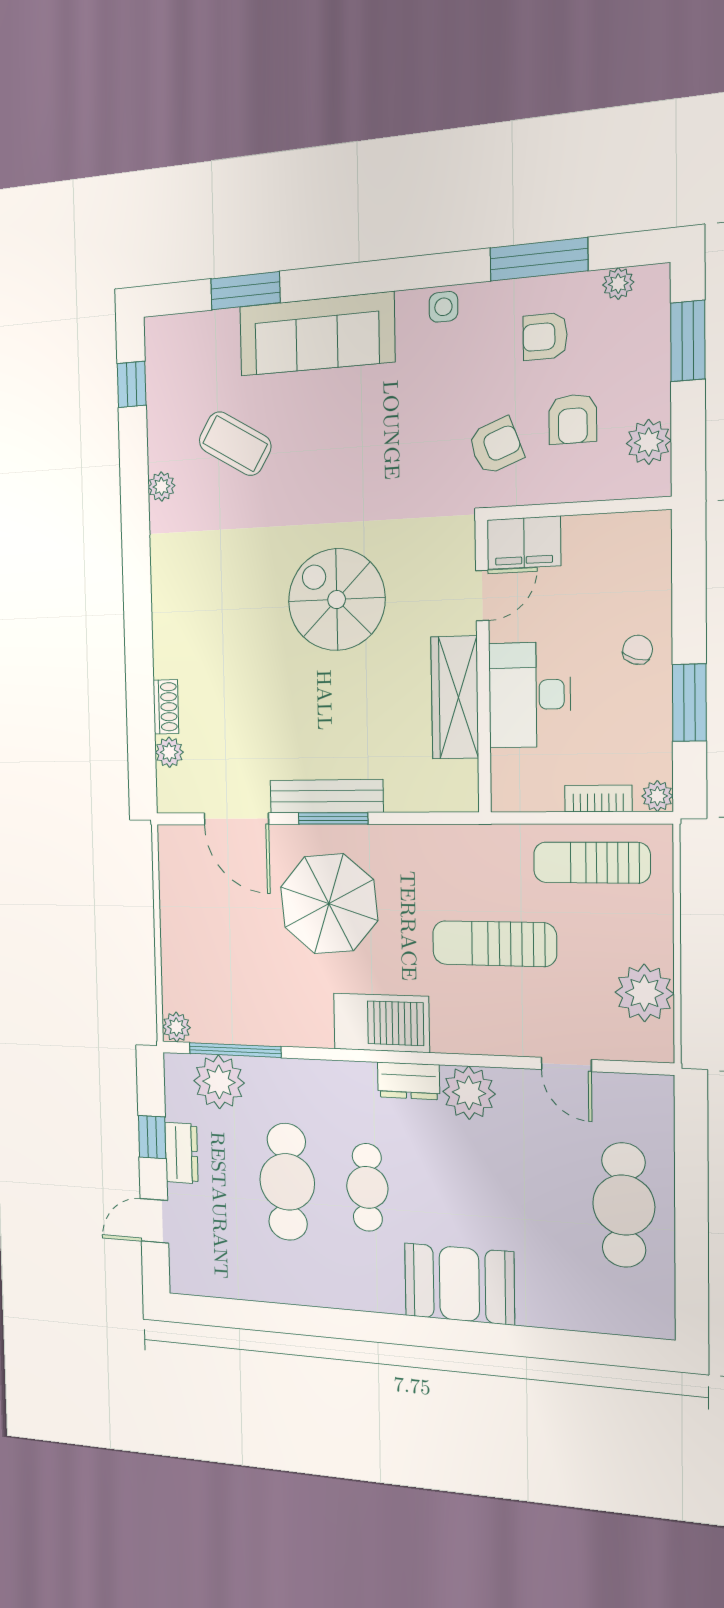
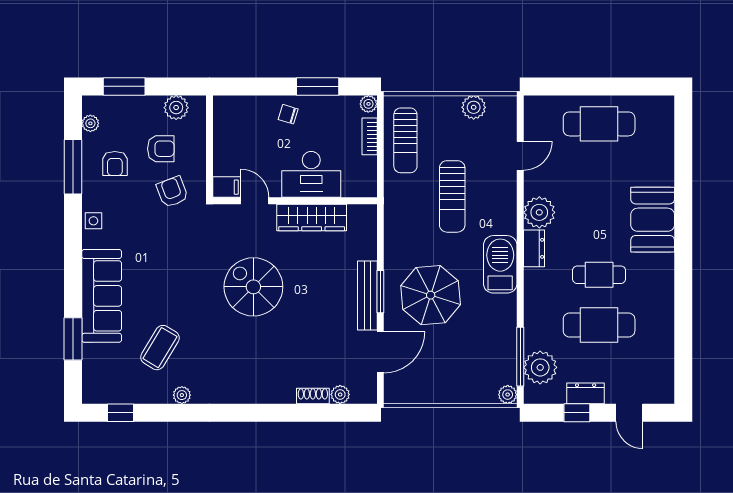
filing cabinet: (524, 543) -> (227, 187), width x0.50
spiral stairs: (337, 600) -> (253, 287), turned 90
plant: (644, 993) -> (474, 107), width x0.73, depth x0.73

